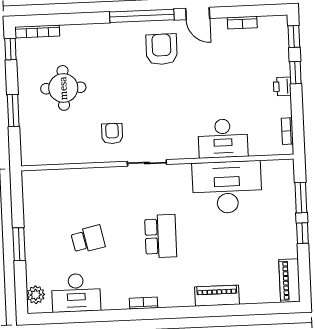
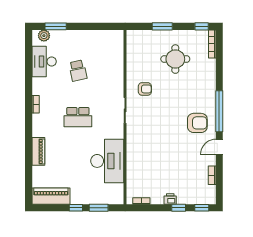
desk: (223, 138) -> (139, 160), removed
window: (19, 244) -> (56, 26), moved
piano: (289, 281) -> (51, 196), width x1.37, depth x1.33

